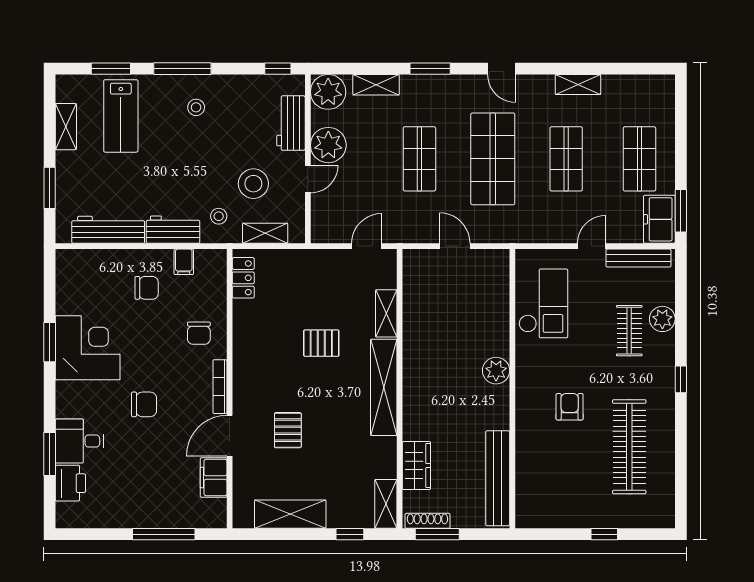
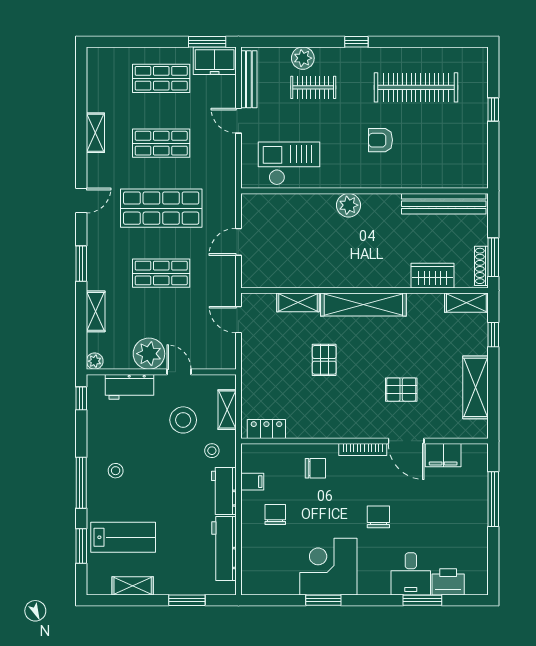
plant: (328, 92) -> (95, 361), width x0.53, depth x0.53

